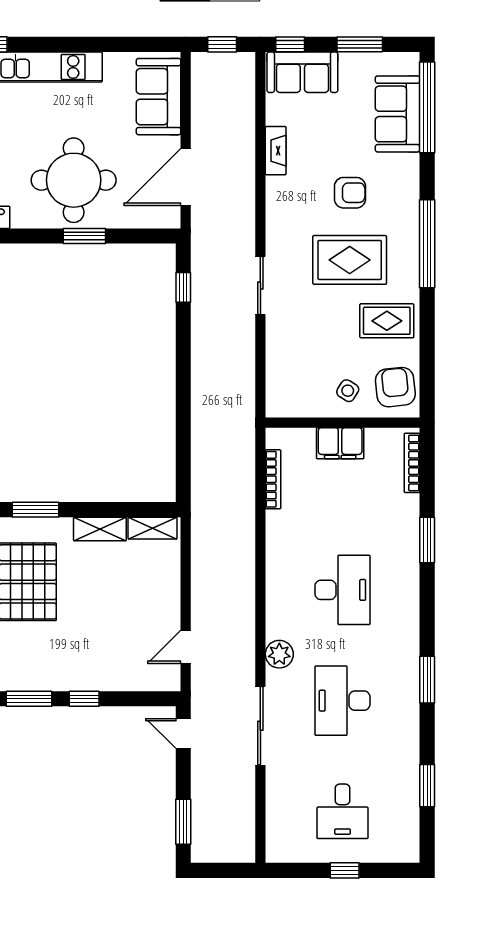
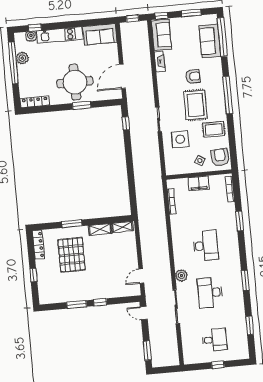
sofa: (302, 72) -> (161, 35), moved, turned -90
sofa: (159, 97) -> (100, 34), moved, turned -90
rug: (350, 260) -> (195, 105), turned 90
side table: (306, 336) -> (180, 139), added
desk: (342, 811) -> (215, 340), turned -90

